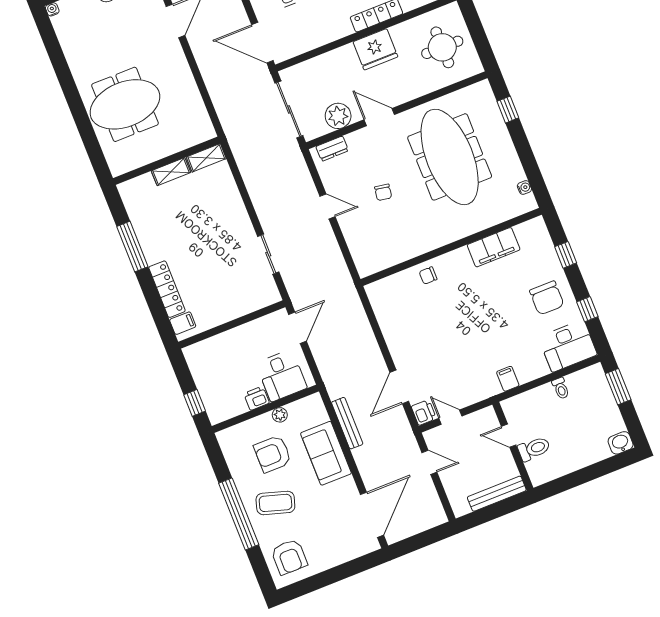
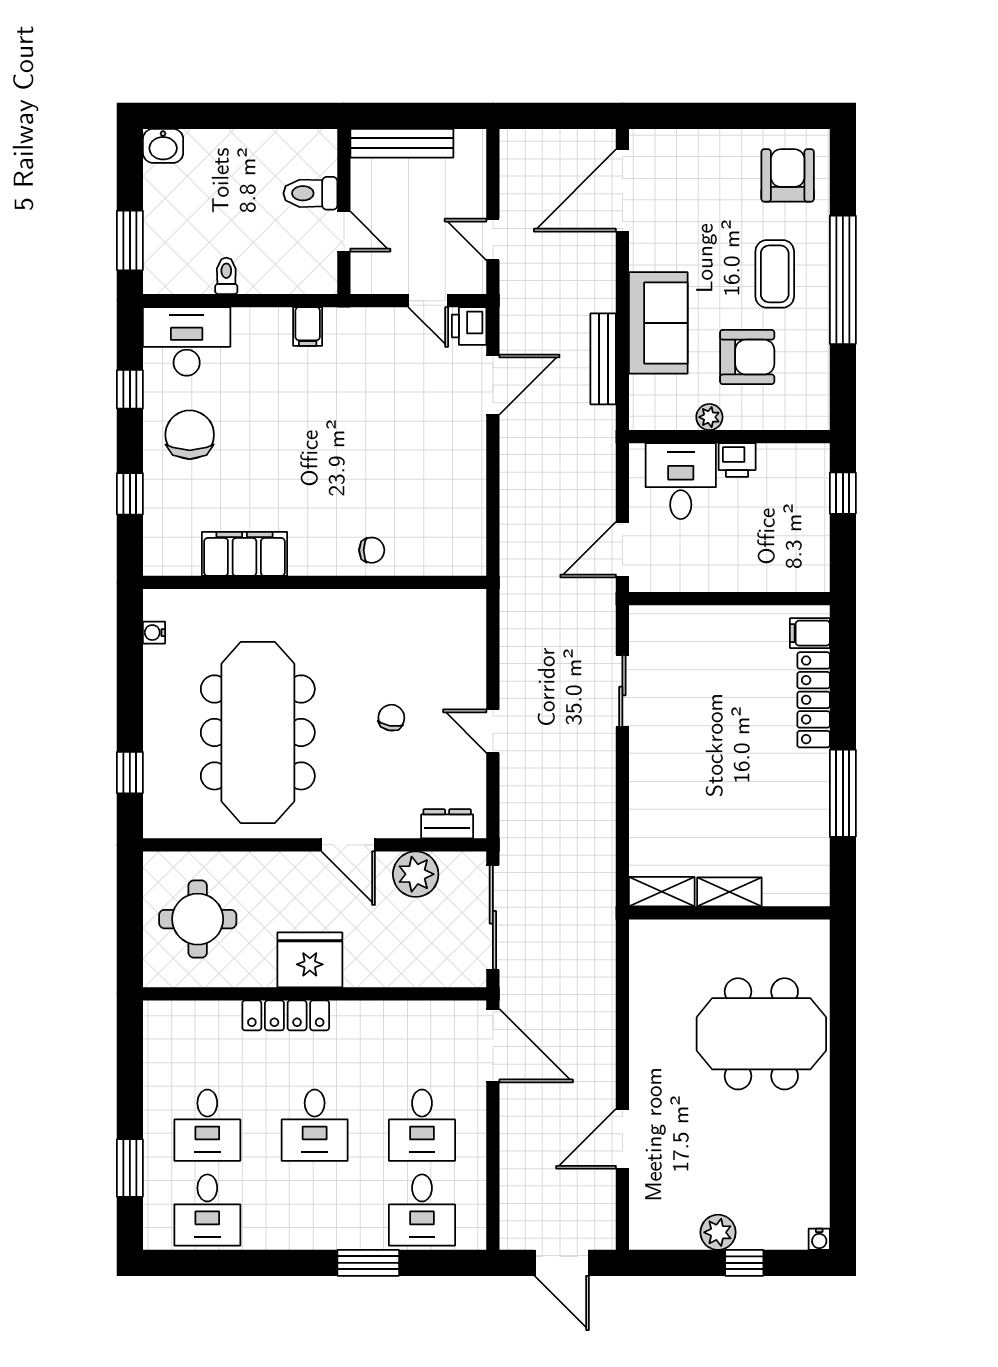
coffee table: (275, 503) -> (775, 274), turned 73

